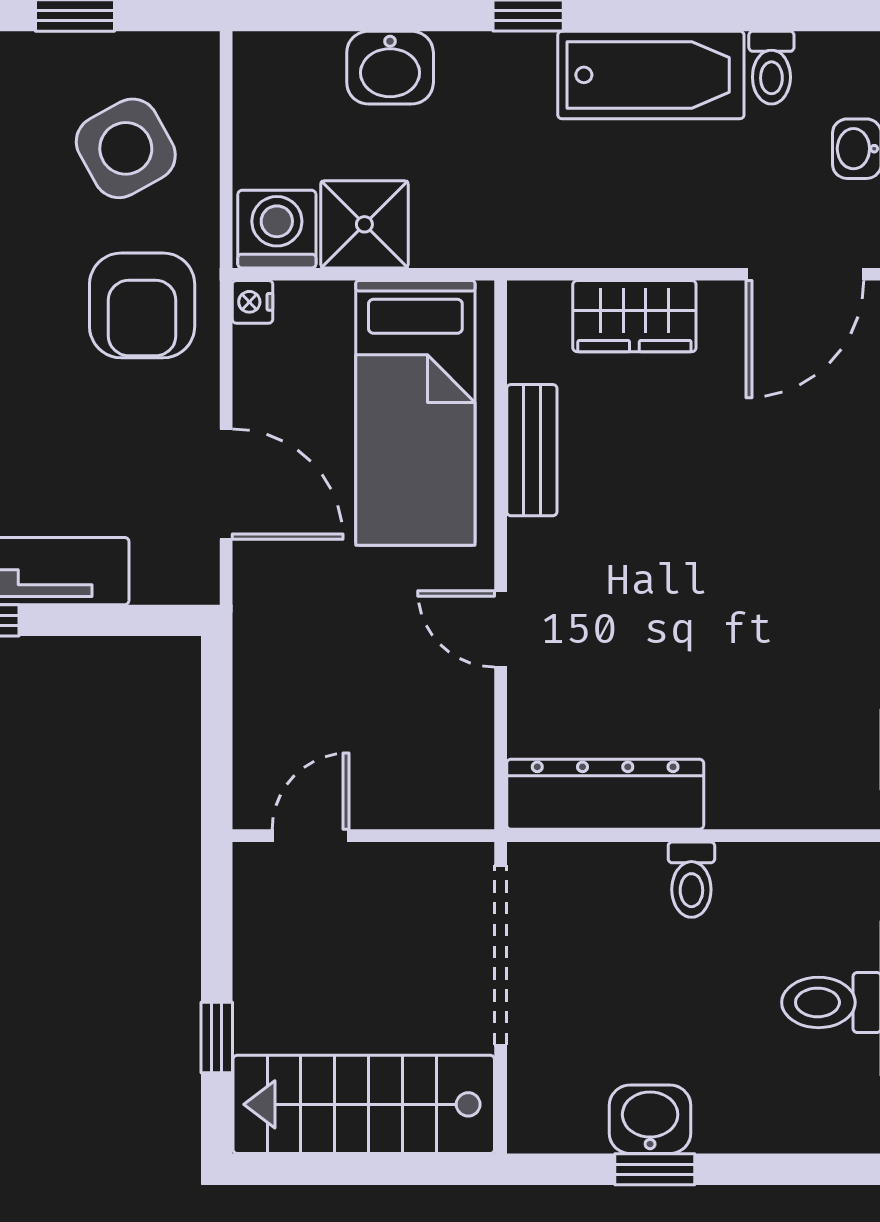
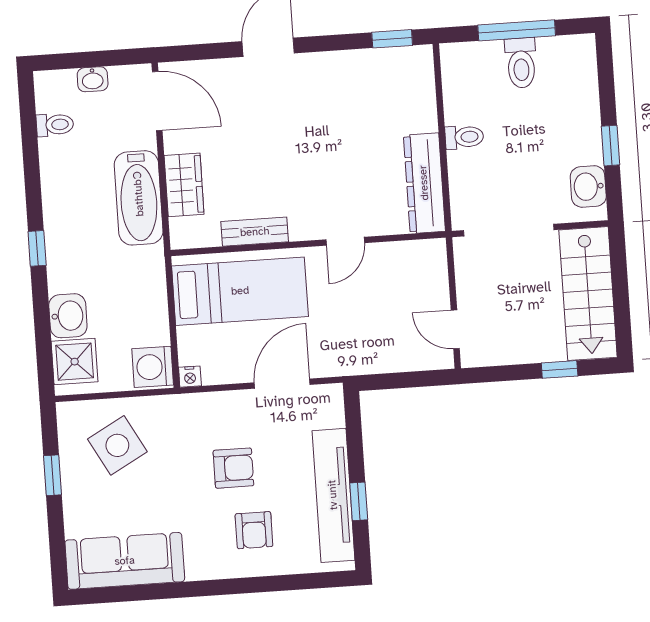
bathtub: (651, 75) -> (139, 198), moved, turned 180
shower: (364, 224) -> (75, 362), moved
armchair: (142, 305) -> (233, 468), moved, width x0.72, depth x0.72
washbasin: (650, 1119) -> (588, 186), moved

